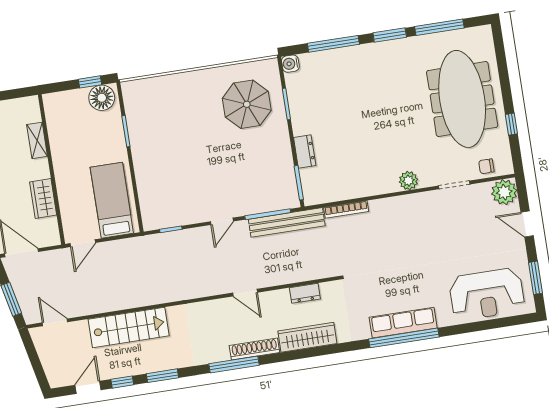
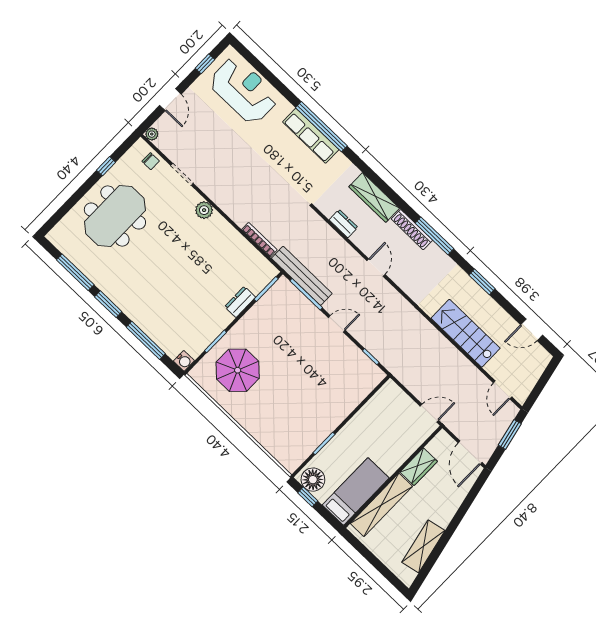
meeting table: (462, 99) -> (115, 216), width x0.73
shelving: (37, 140) -> (381, 505), width x2.20, depth x1.33
plant: (504, 192) -> (152, 134), width x0.53, depth x0.53
bed: (112, 200) -> (356, 491), moved, turned 180
window: (535, 278) -> (205, 64), width x0.67
window: (122, 382) -> (509, 308), removed

